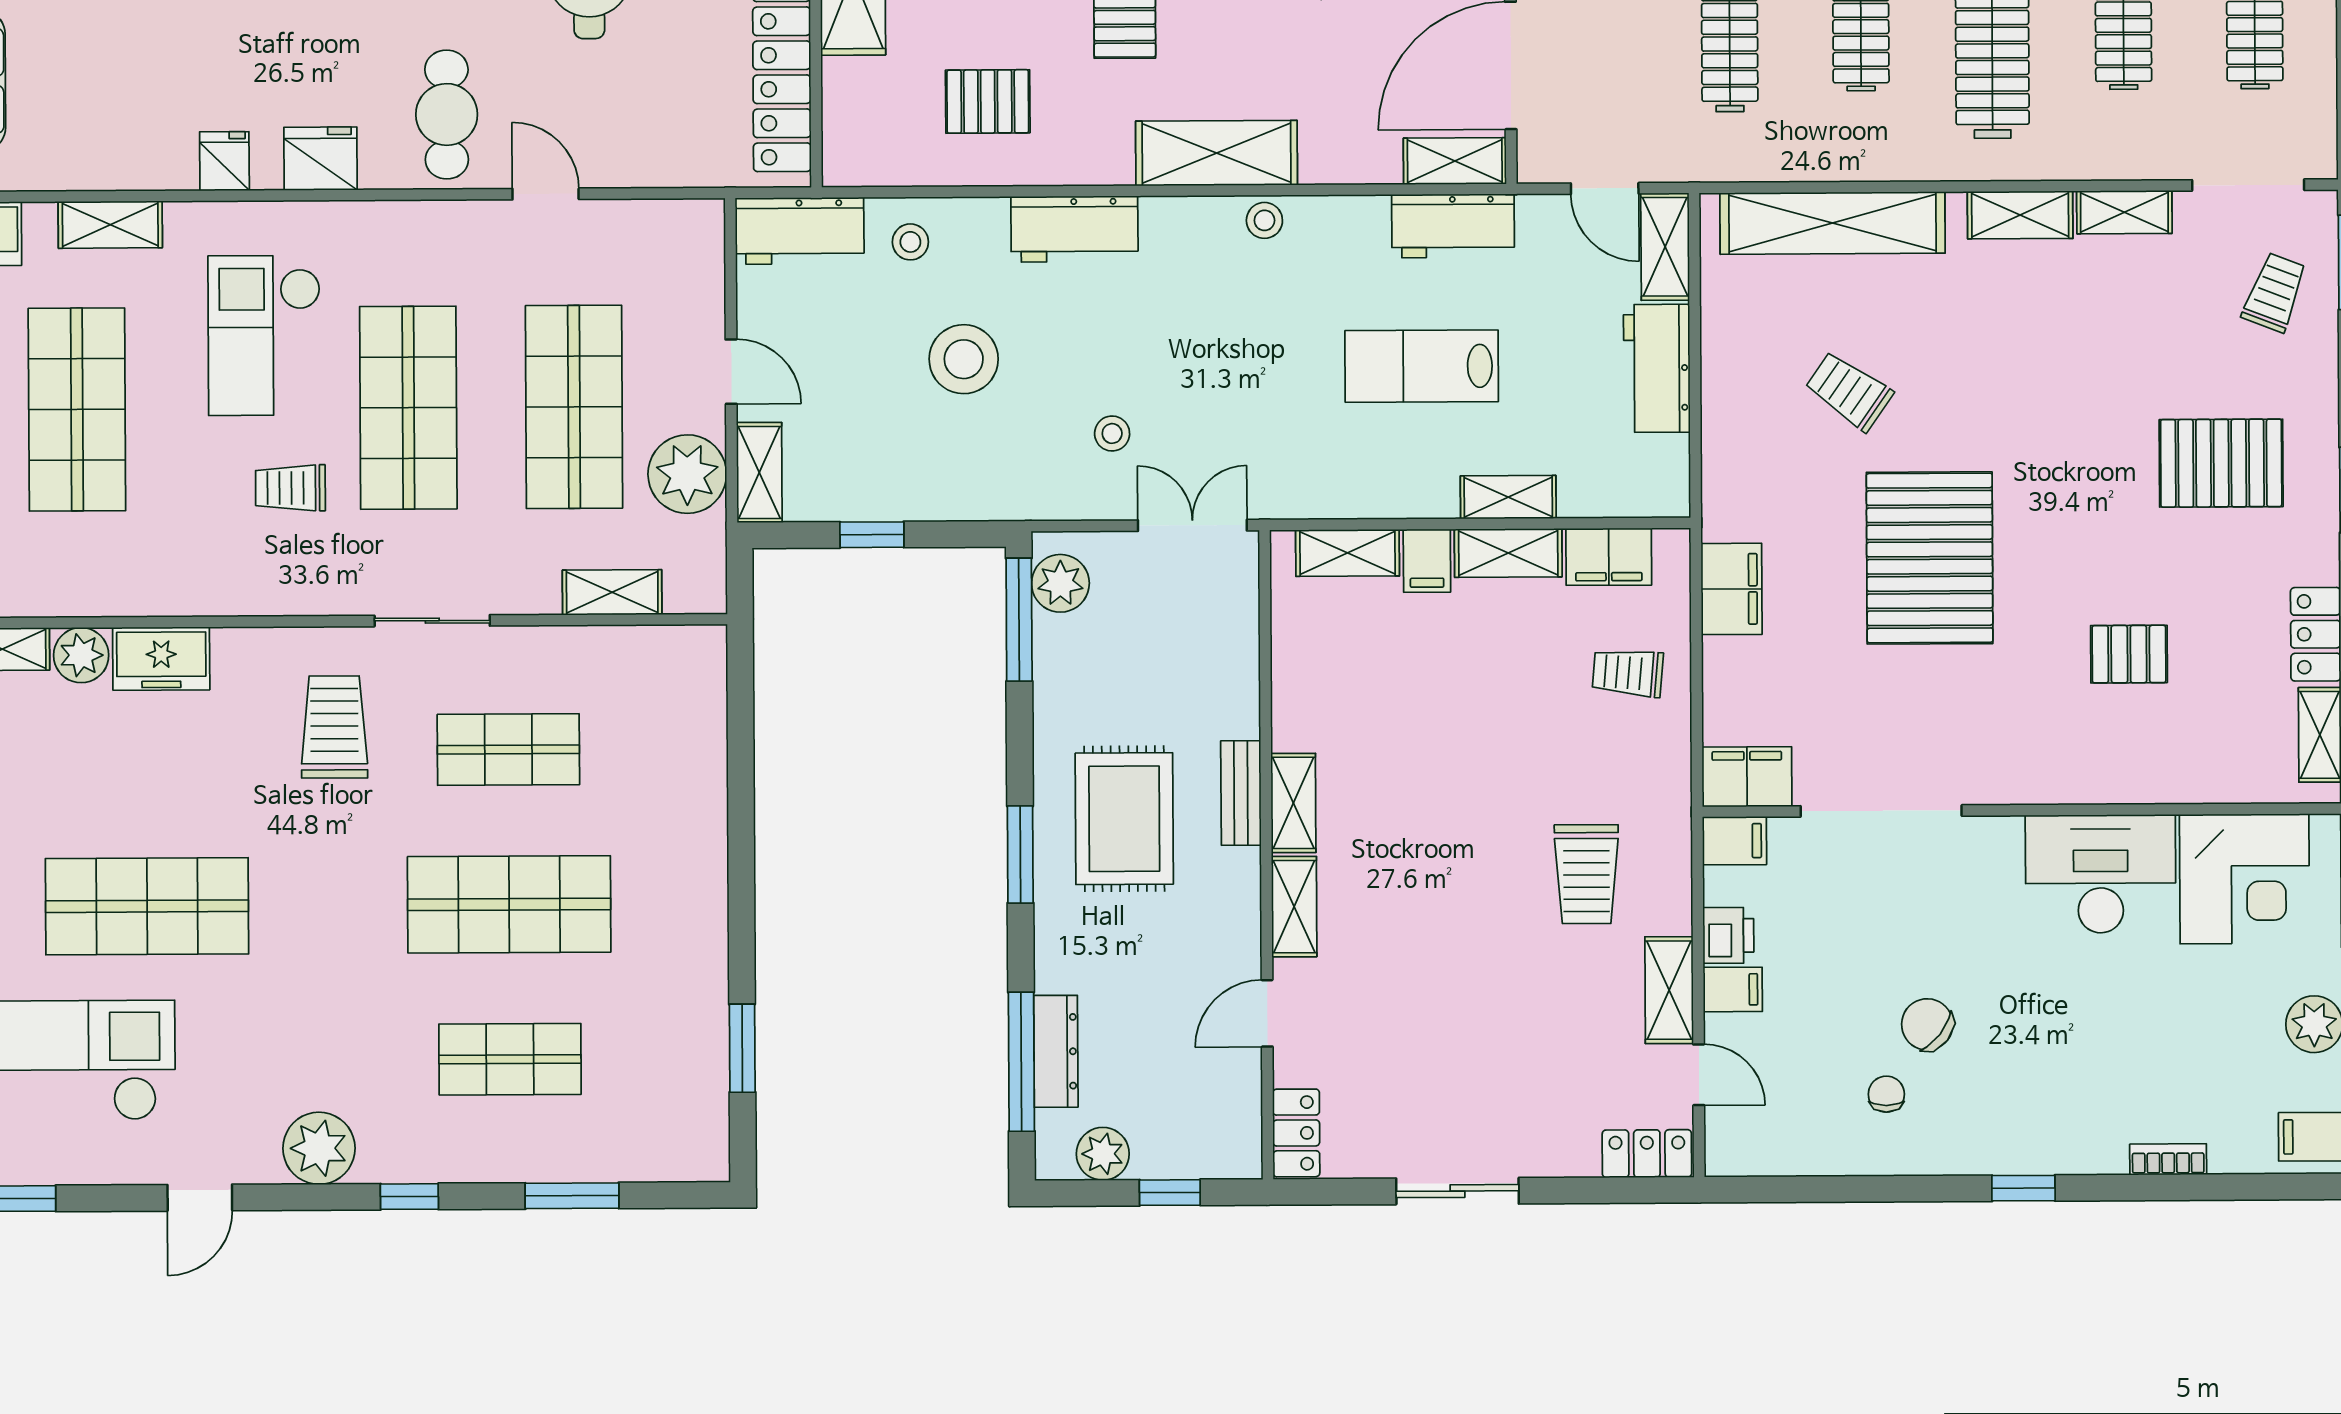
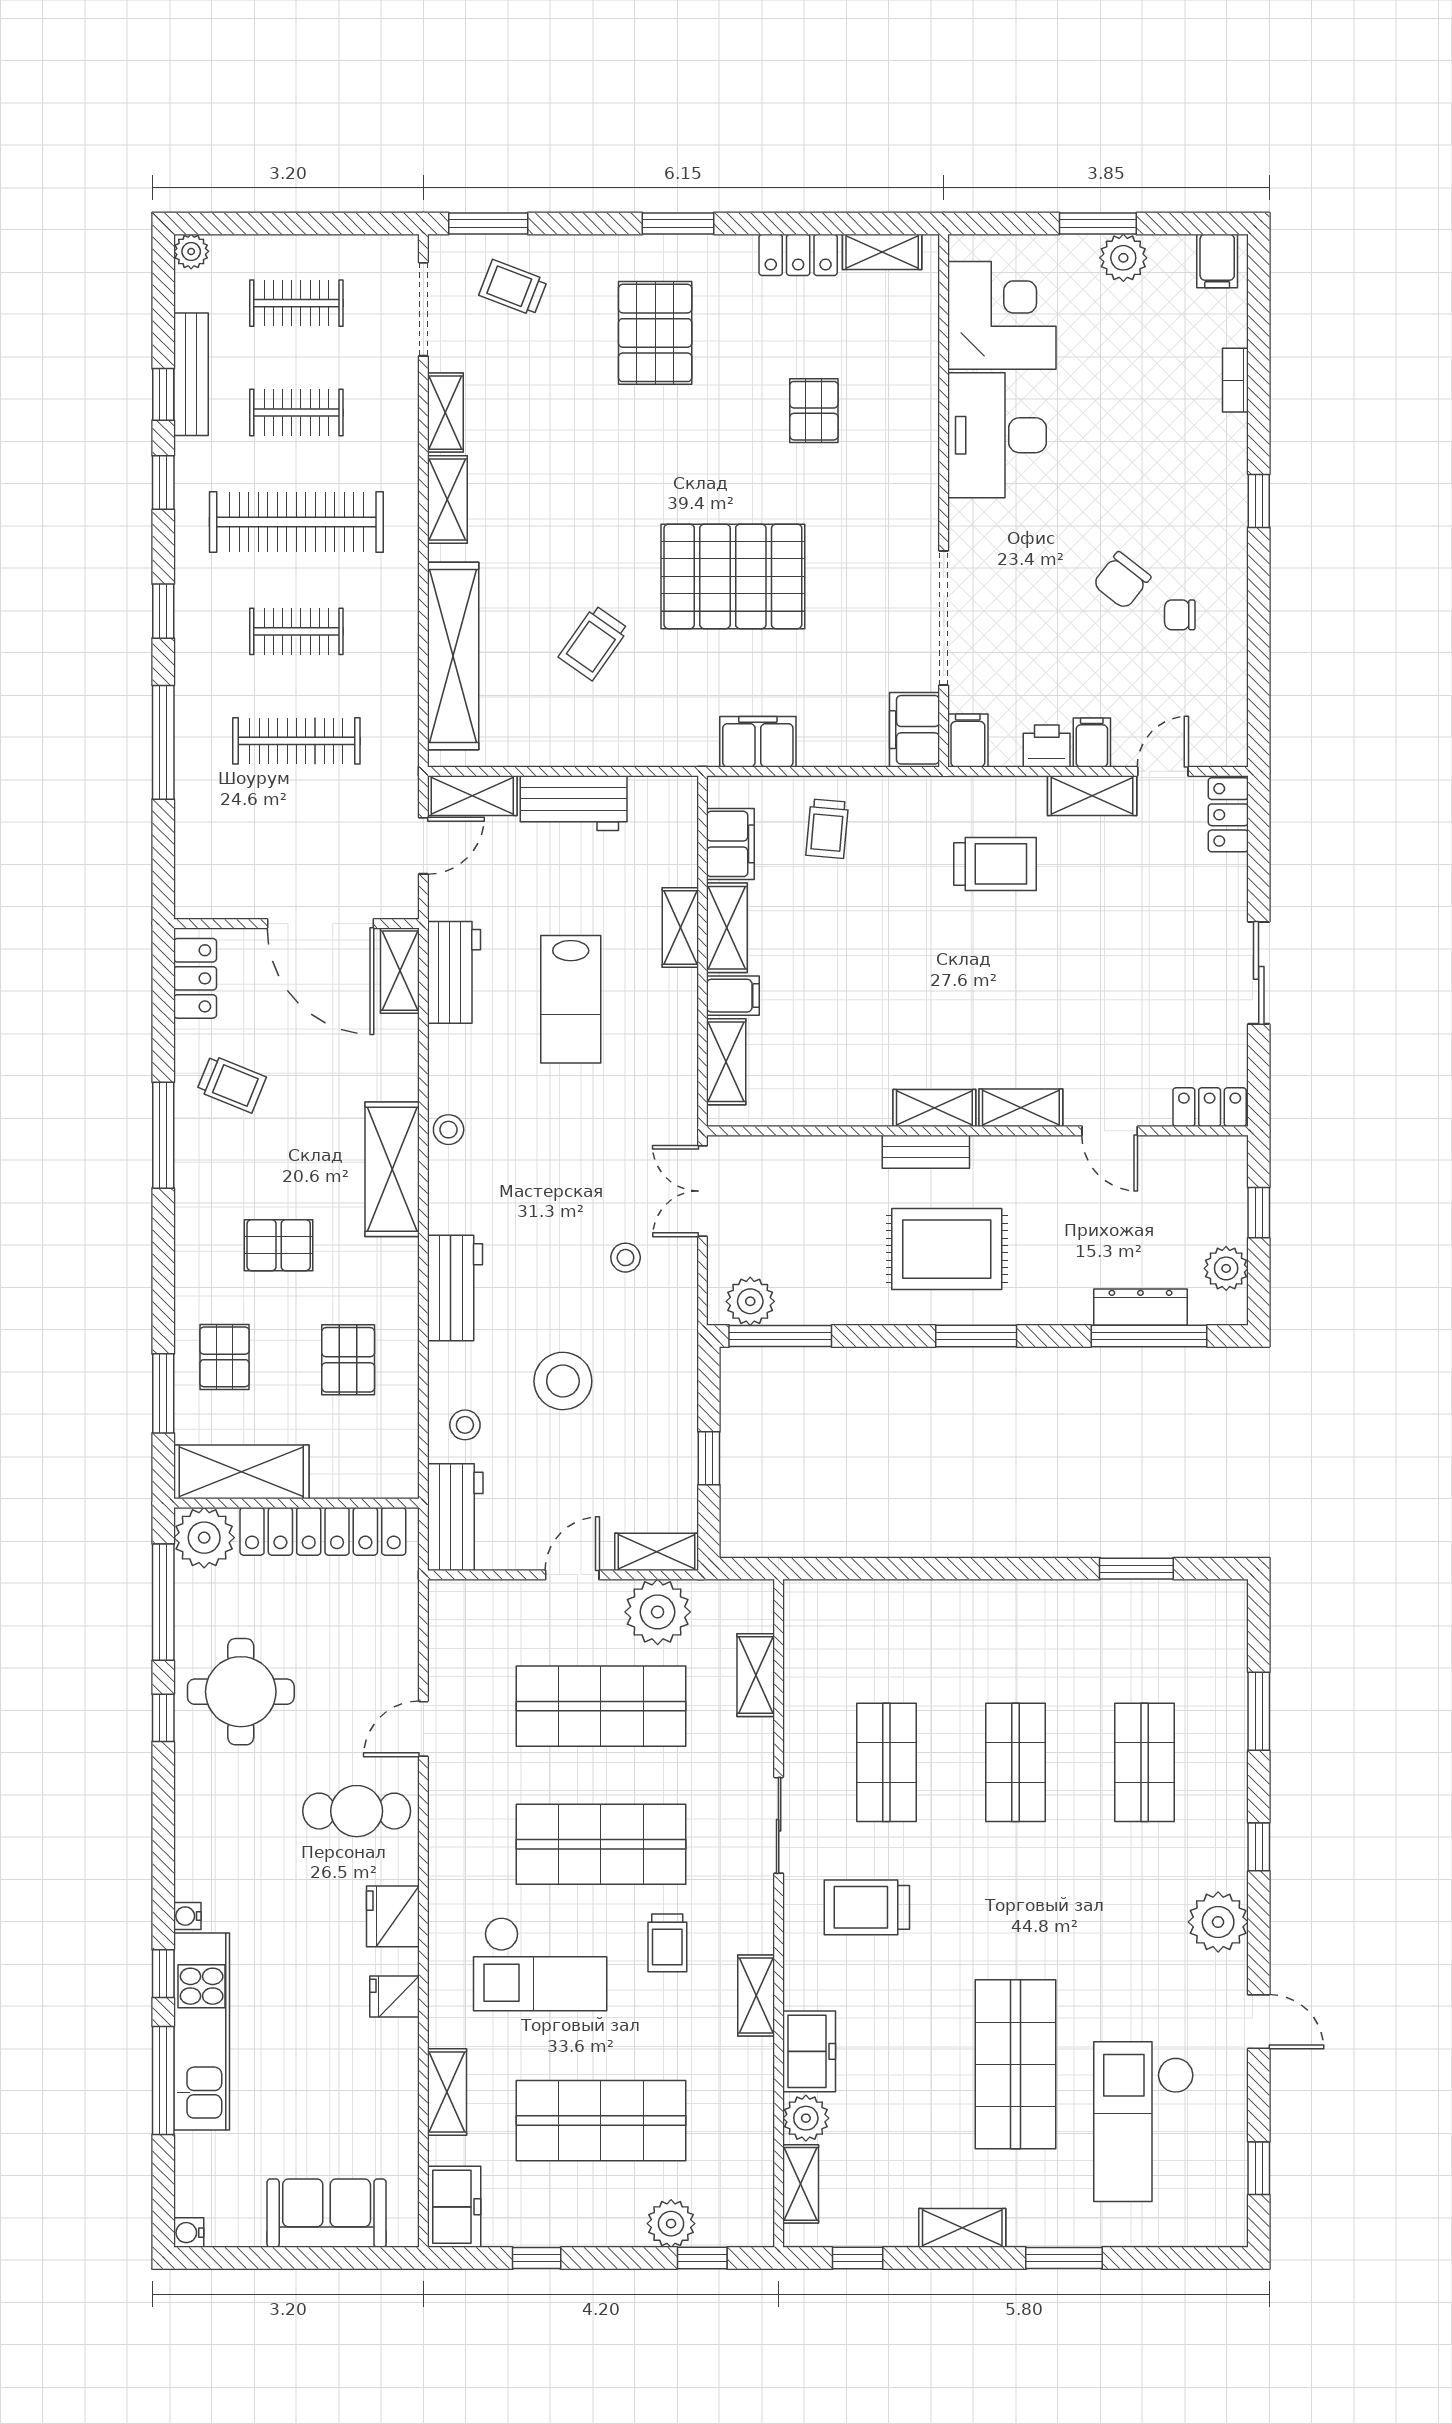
shelving: (228, 595) -> (756, 1995), added
shop shelf: (509, 904) -> (1016, 1762), width x0.70, depth x0.74

